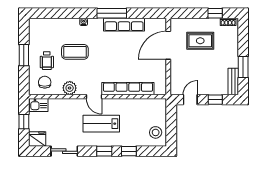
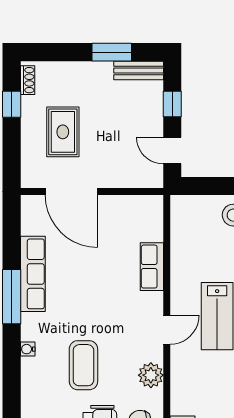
row of seats: (128, 89) -> (152, 267), width x0.50

